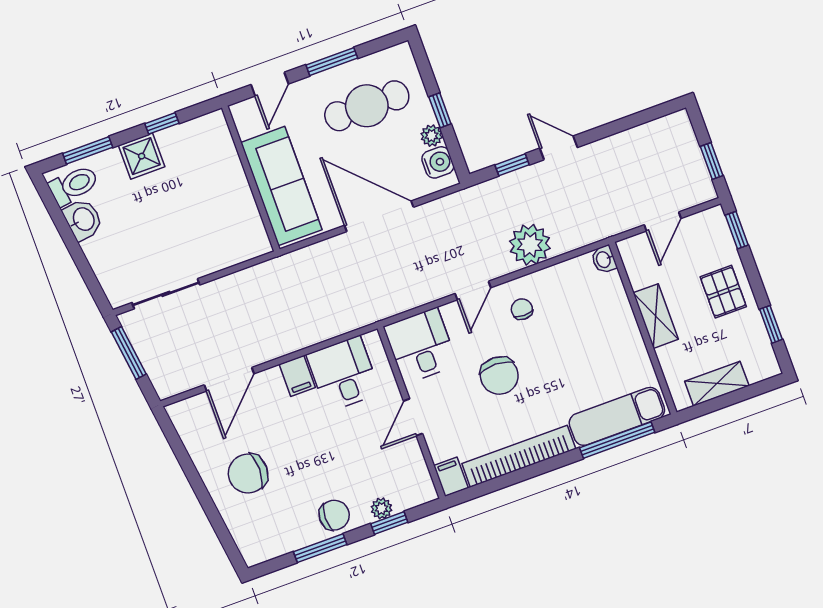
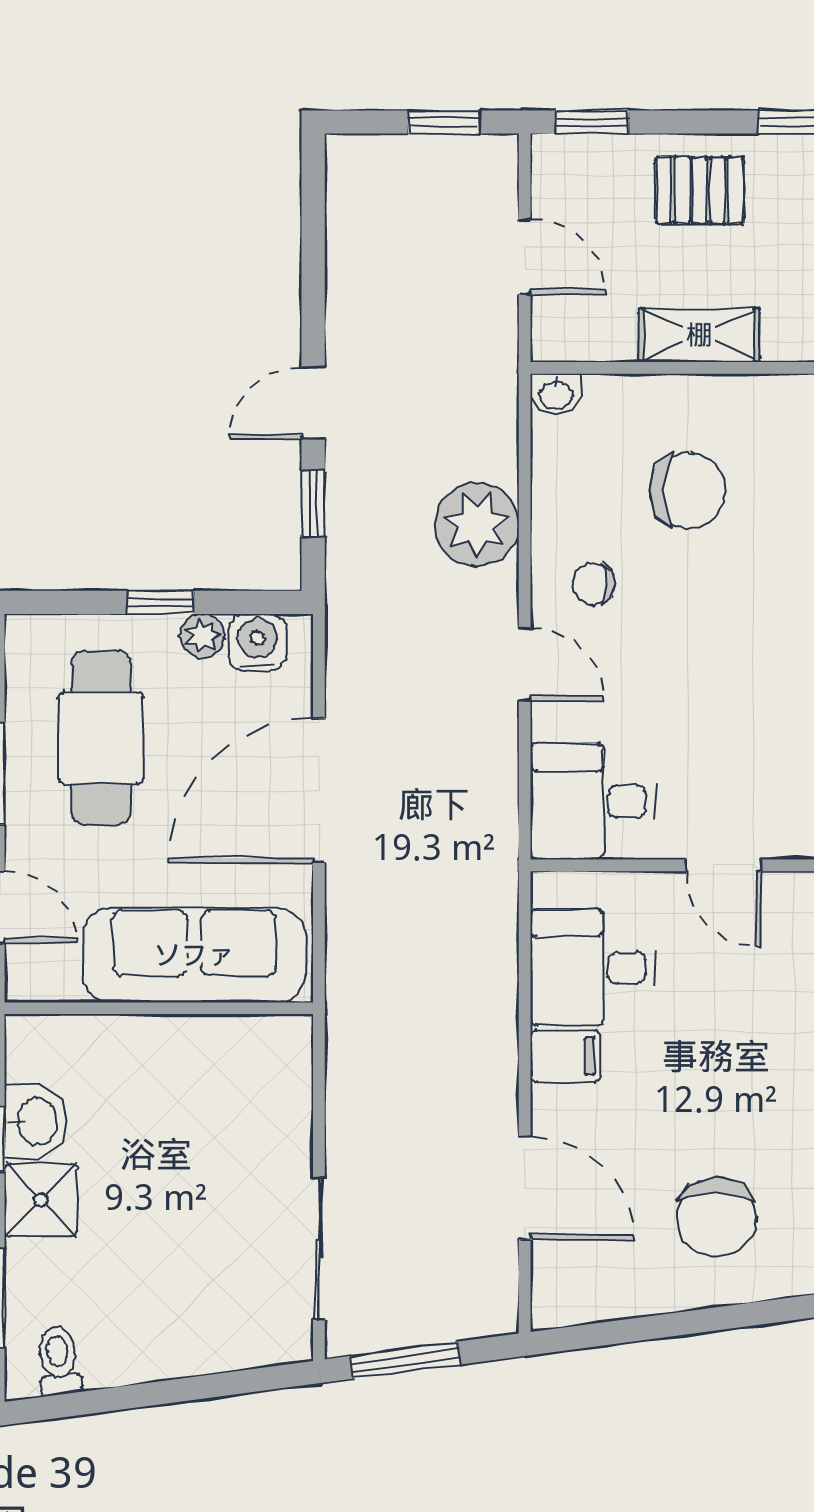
toilet: (74, 185) -> (58, 1361), width x0.73, depth x0.72
washbasin: (83, 219) -> (36, 1122), moved, turned 98
chair: (499, 376) -> (687, 491), moved

